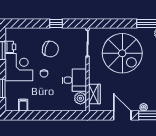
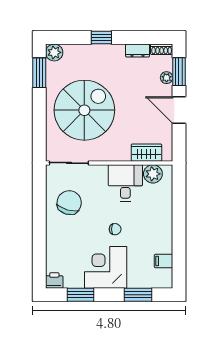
window: (56, 24) -> (39, 211), removed
printer: (10, 47) -> (54, 280), moved
chair: (50, 49) -> (69, 203), moved
door: (122, 115) -> (179, 110), hinge flipped

